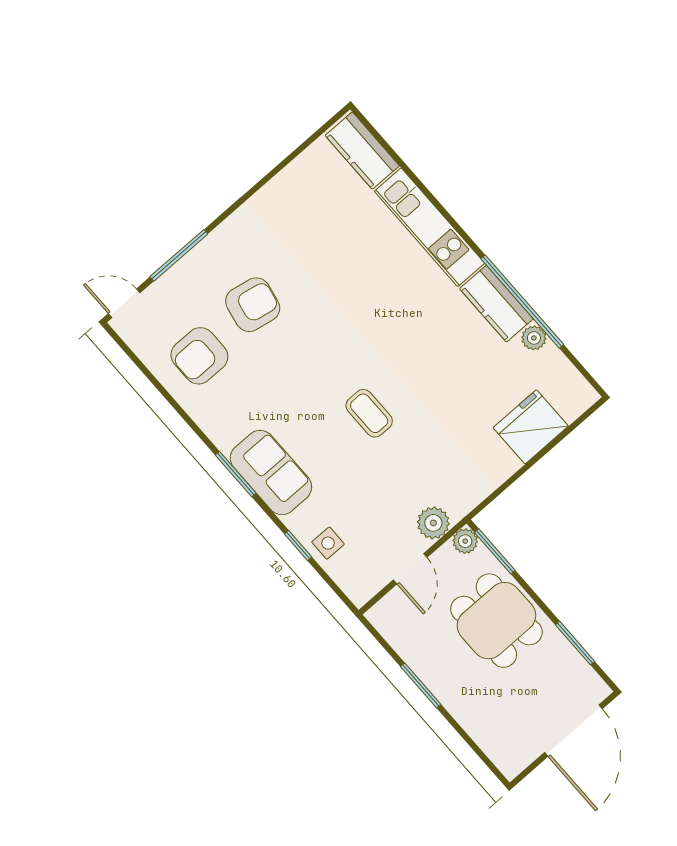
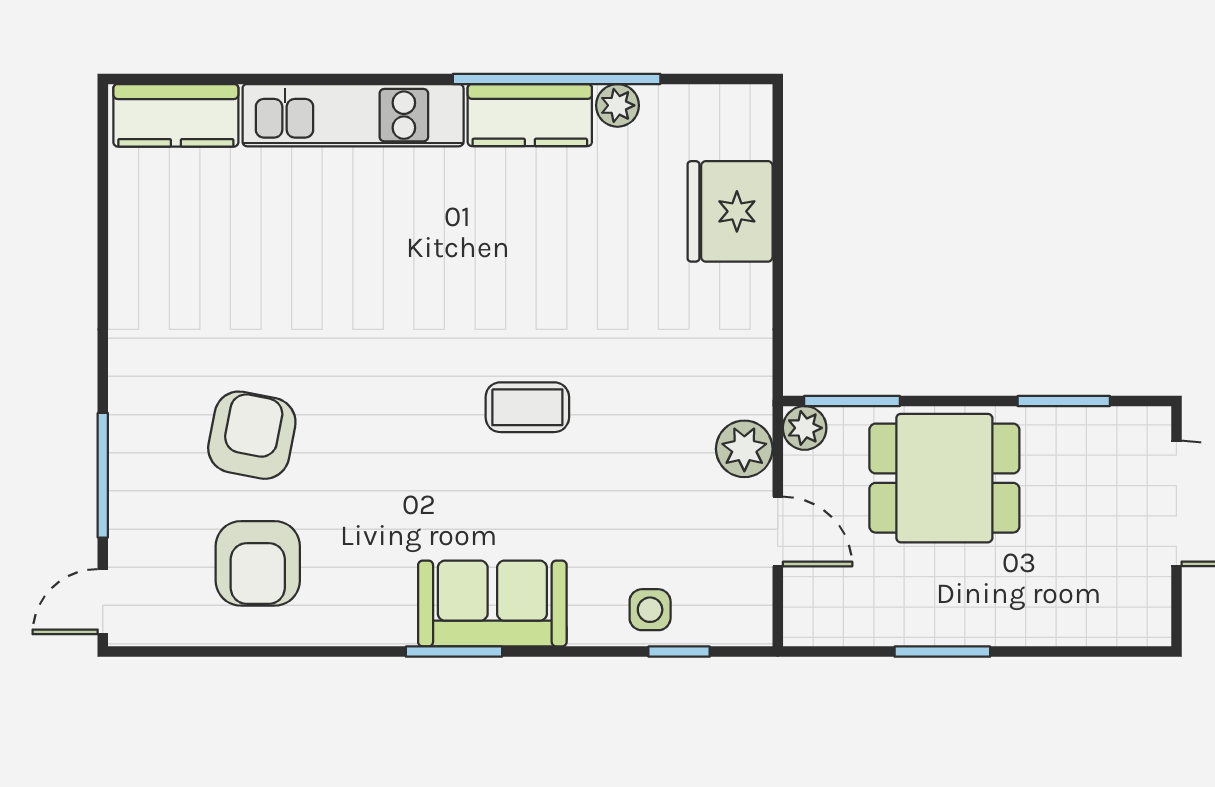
window: (298, 545) -> (679, 652), moved

